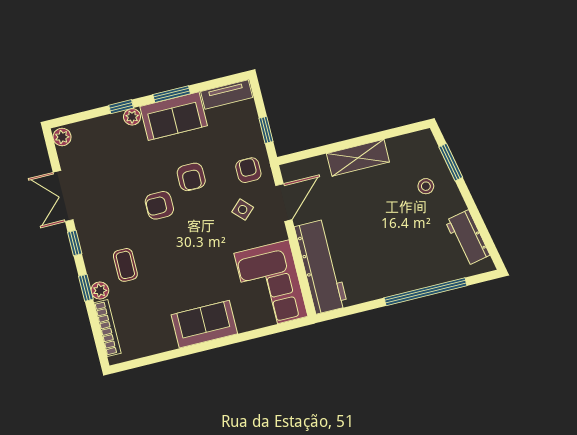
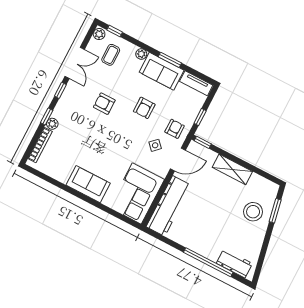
window: (121, 107) -> (115, 31), moved
window: (295, 157) -> (203, 142), added
stool: (426, 186) -> (253, 212), width x1.89, depth x1.89
double door: (63, 196) -> (75, 63), swing flipped
armchair: (159, 205) -> (104, 104), moved
workbench: (468, 238) -> (234, 263), moved, turned 101
coffee table: (125, 265) -> (111, 55), moved

